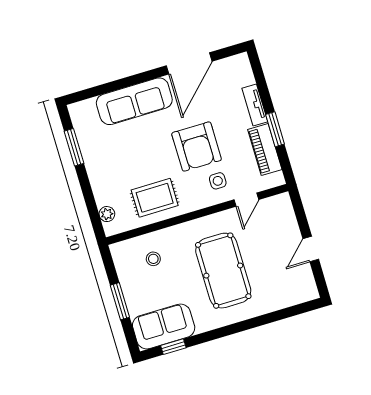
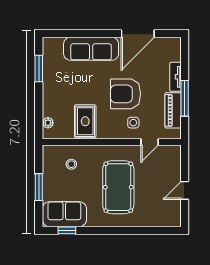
window: (275, 129) -> (185, 98), width x1.44
armchair: (197, 147) -> (126, 94), turned 90
rug: (155, 198) -> (85, 121), turned 90

